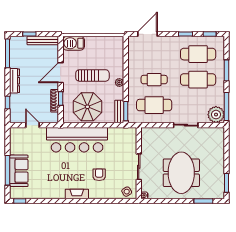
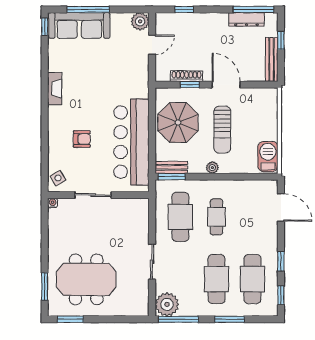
barbecue: (74, 43) -> (268, 157), moved
dresser: (15, 81) -> (247, 19), moved
plant: (16, 134) -> (140, 21), added
bar counter: (77, 140) -> (131, 142), moved
sofa: (19, 171) -> (79, 25), width x1.36
meeting table: (181, 173) -> (86, 279), moved
fireplace: (77, 194) -> (55, 89), moved

